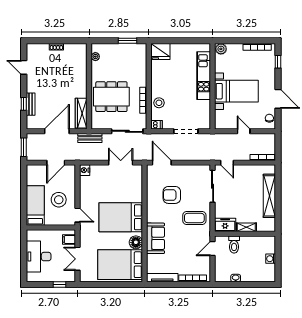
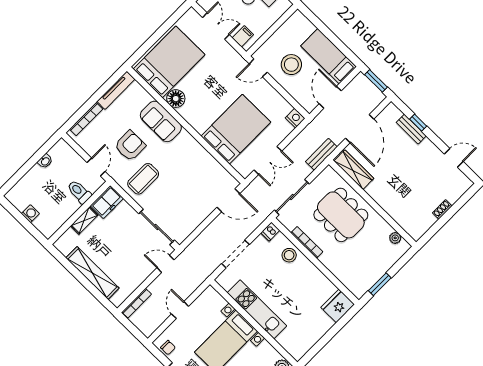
kitchen unit: (204, 76) -> (257, 309), moved
dining table: (111, 97) -> (341, 215), turned 90
door: (244, 131) -> (180, 310), swing flipped
armchair: (172, 195) -> (130, 146), moved
bed: (35, 206) -> (329, 56), moved, turned 180
bed: (121, 217) -> (236, 129), moved

